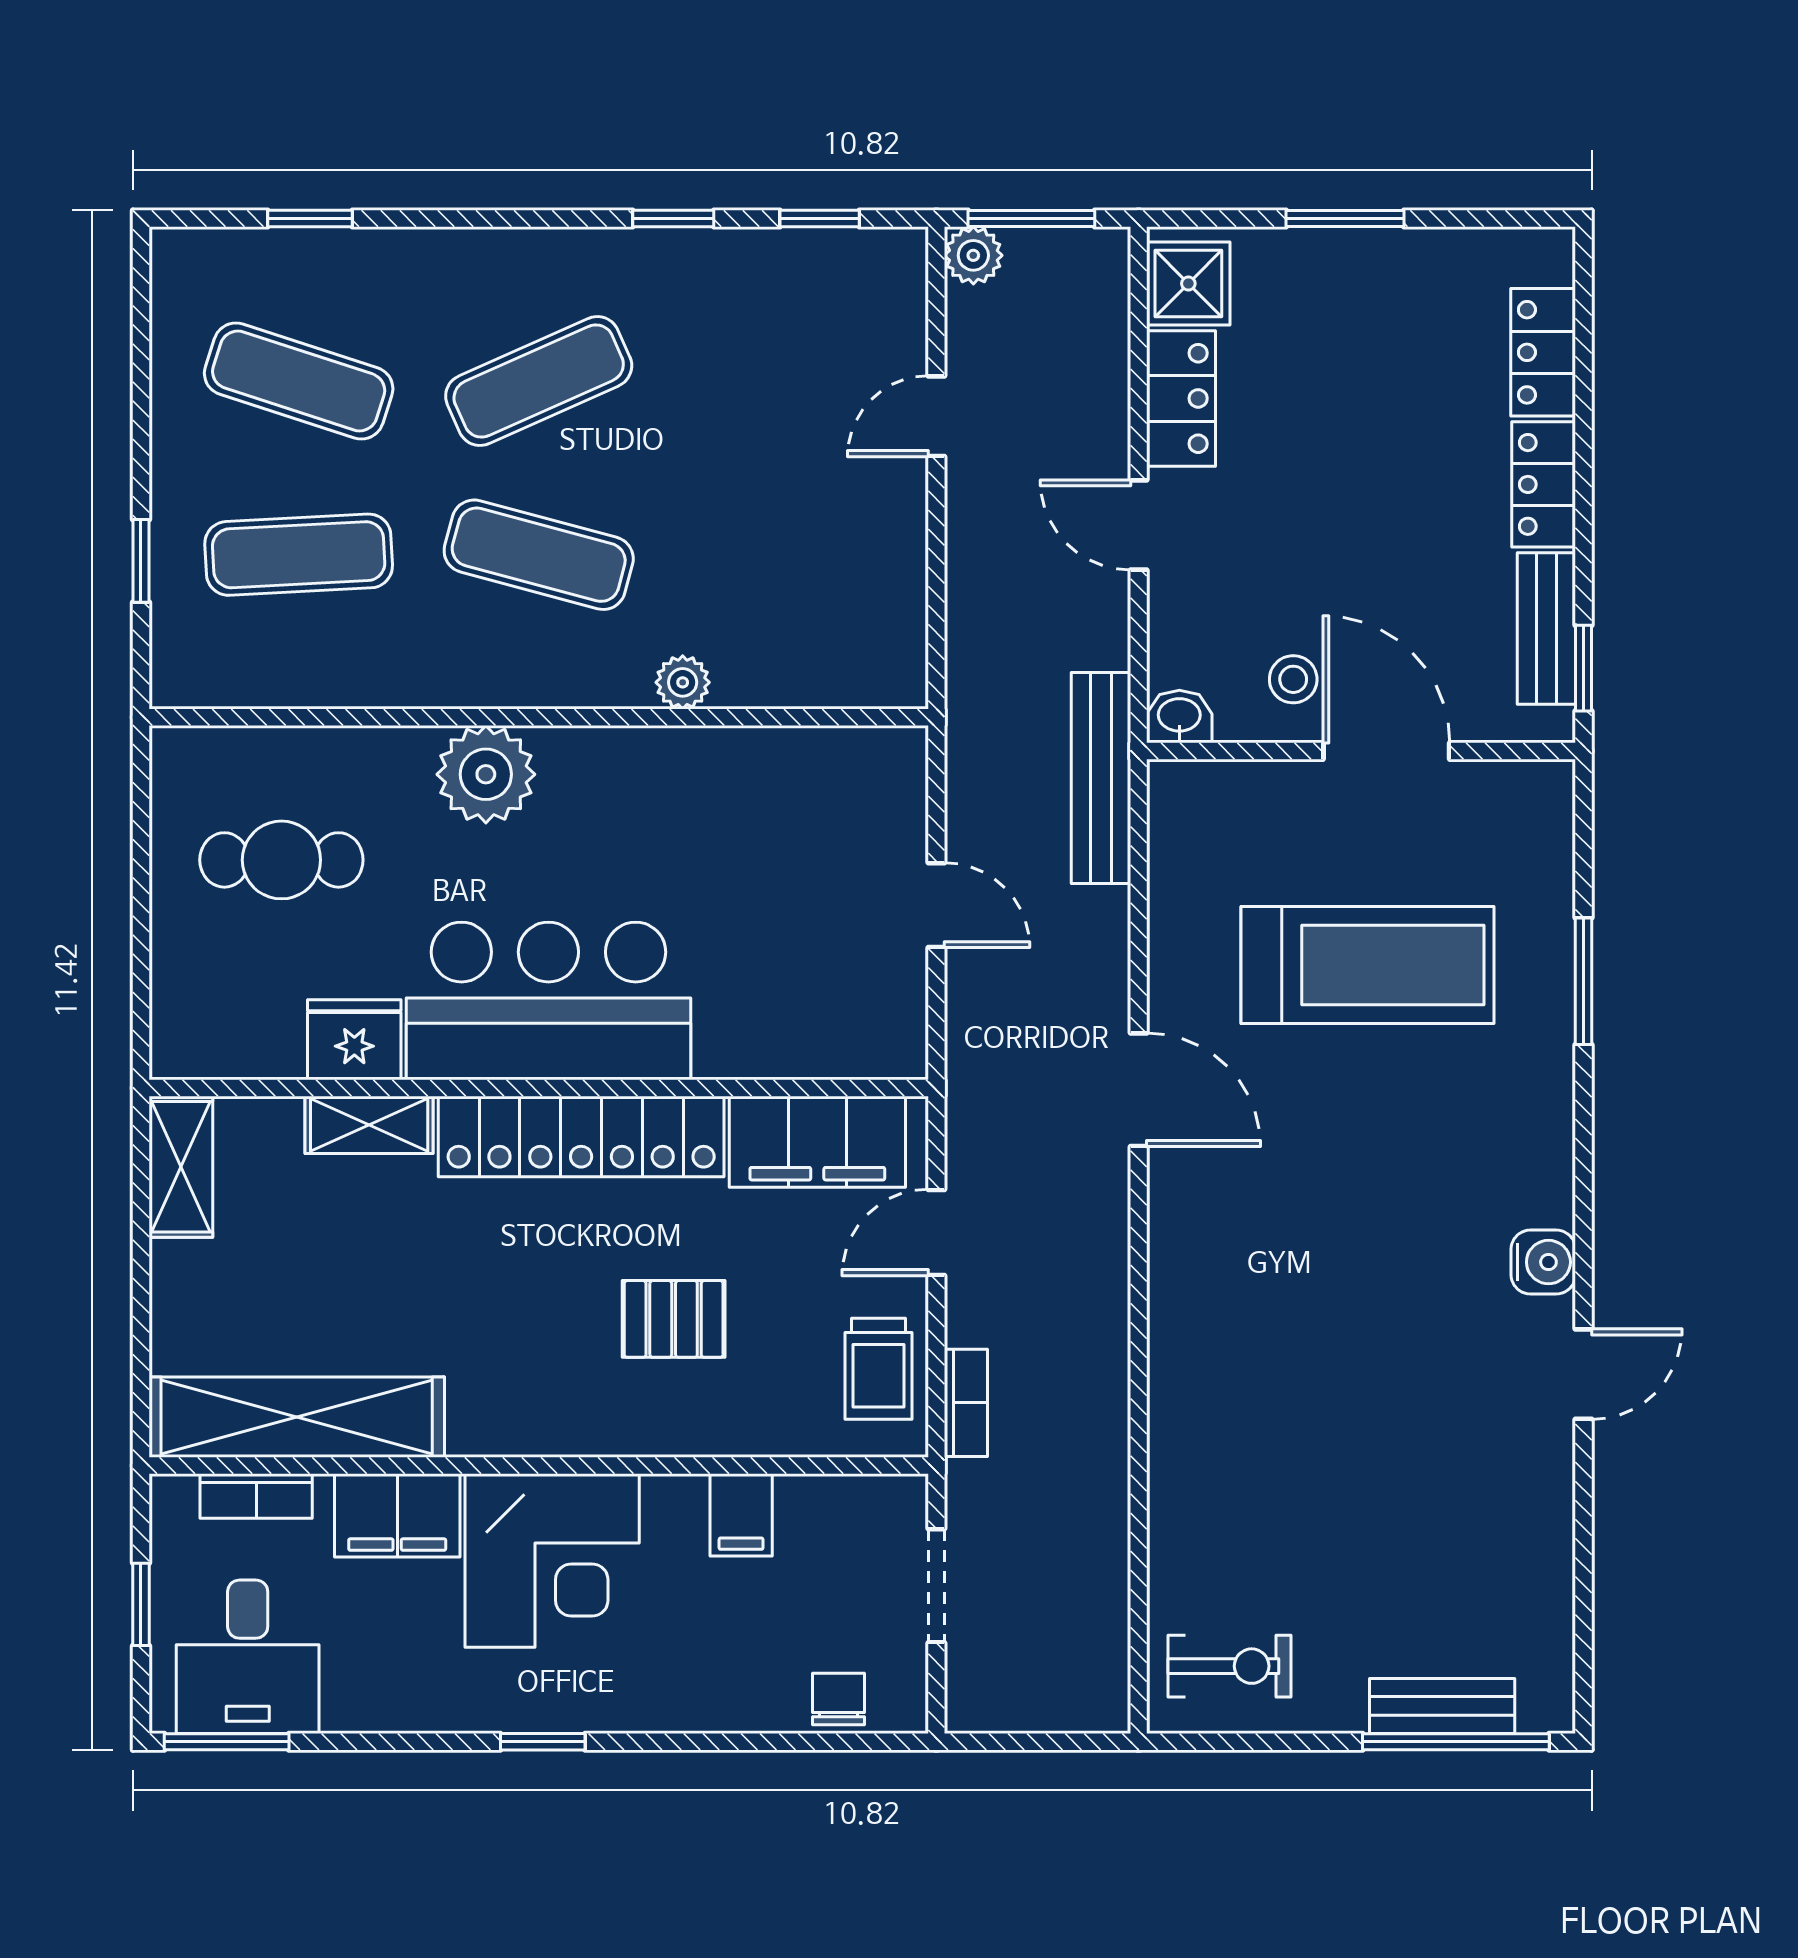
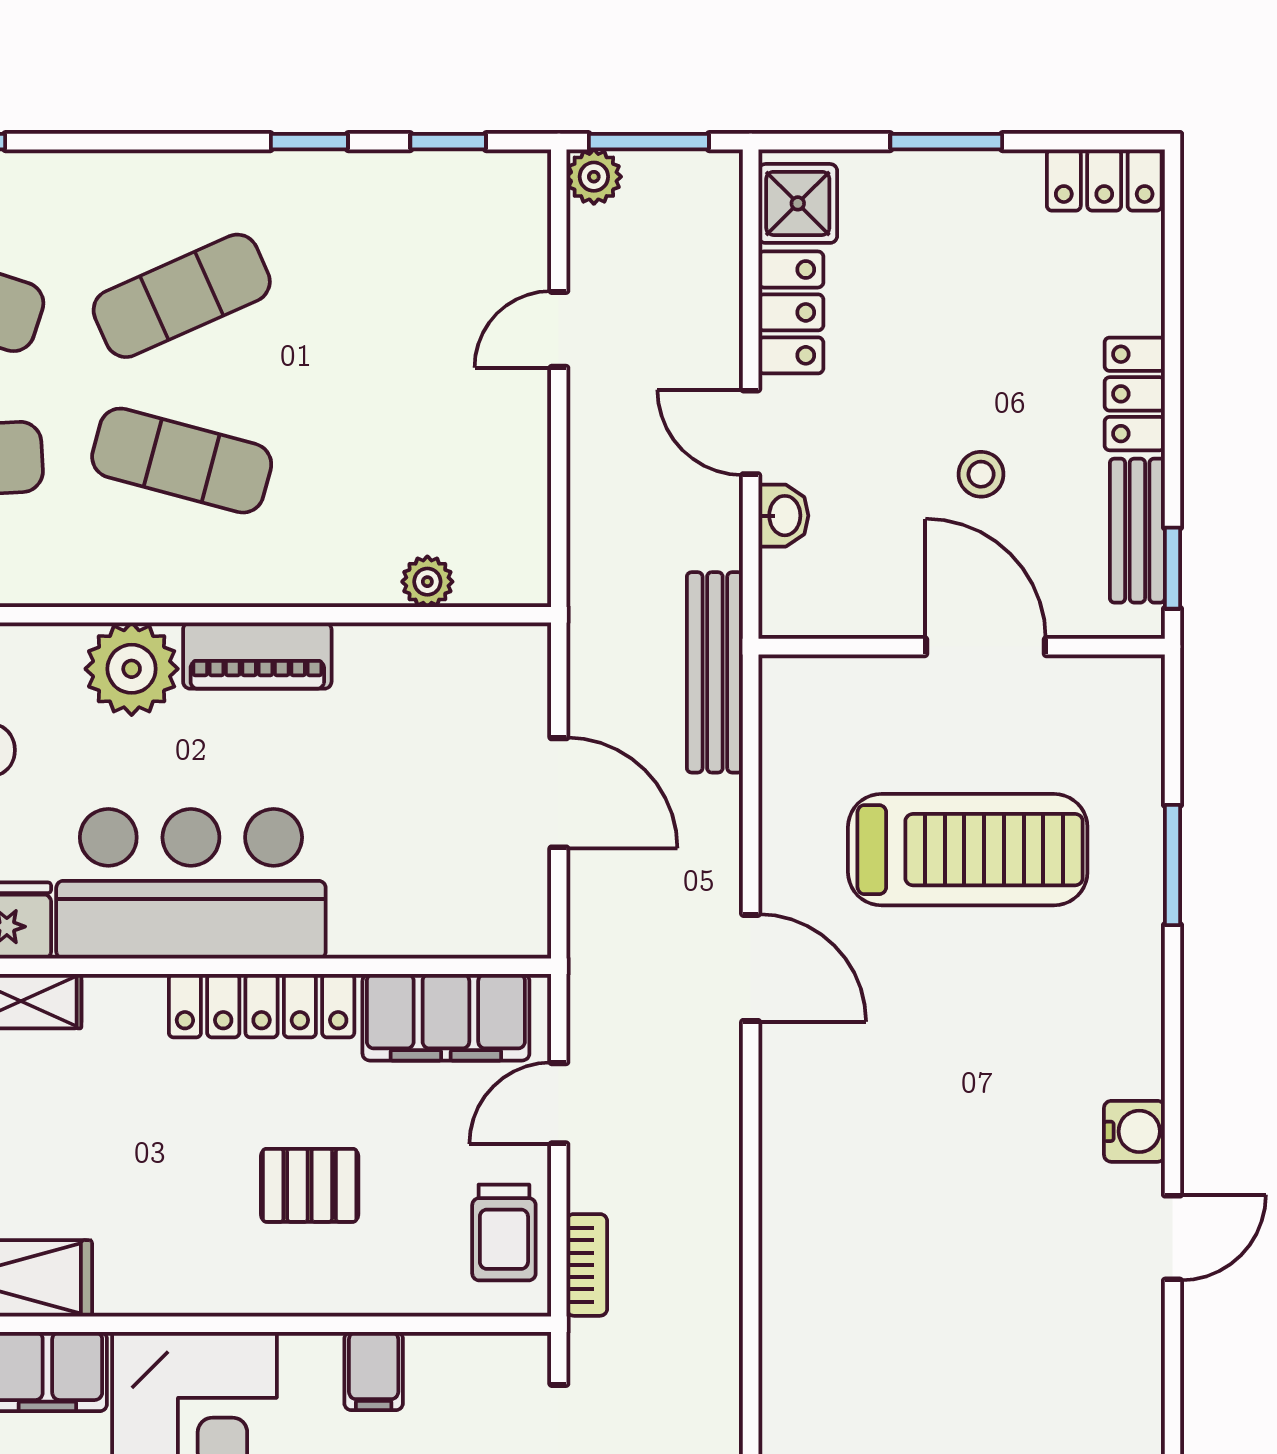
locker: (1543, 352) -> (1104, 180), moved, turned -90
stool: (1293, 679) -> (981, 474), moved
plant: (683, 682) -> (427, 582), moved
washbasin: (1179, 716) -> (783, 516), moved, turned 90
piano: (618, 760) -> (257, 656), added
door: (936, 905) -> (559, 793), width x1.38
locker: (581, 1136) -> (262, 1006), width x0.71, depth x0.83

